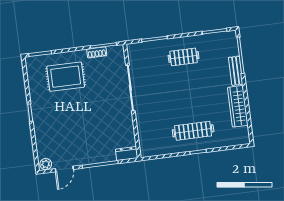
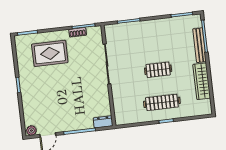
clothes rail: (184, 57) -> (158, 70), moved
bench: (236, 71) -> (200, 45), width x1.36

